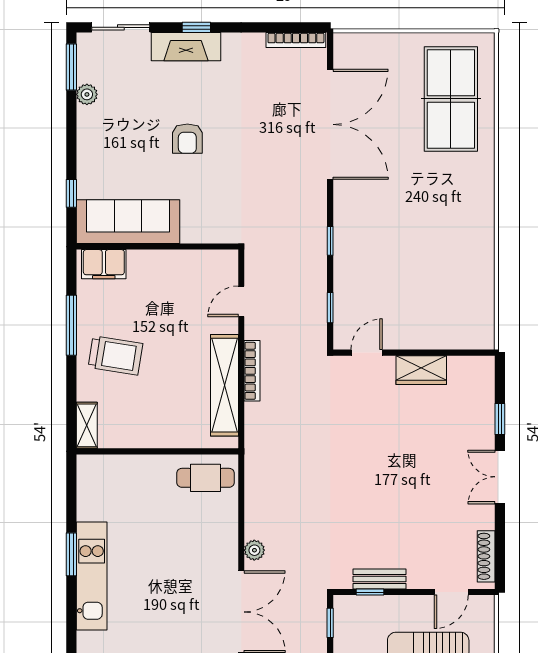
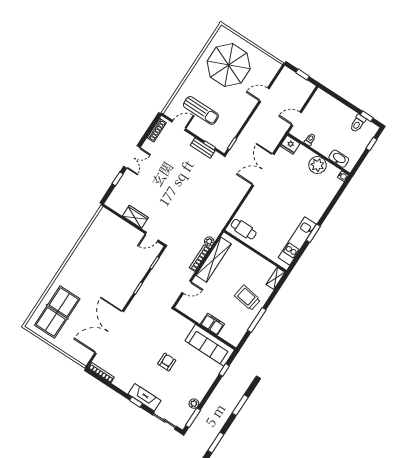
filing cabinet: (104, 264) -> (213, 324), moved
plant: (254, 550) -> (209, 241), moved
kitchen unit: (92, 576) -> (297, 241), moved

